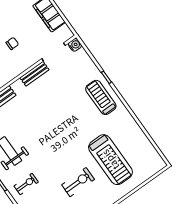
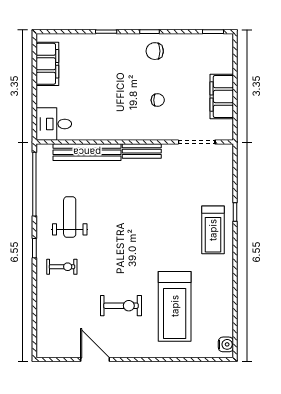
water cooler: (75, 45) -> (226, 344), moved
bench: (34, 74) -> (142, 151), moved
treadmill: (101, 97) -> (213, 230), turned 180

